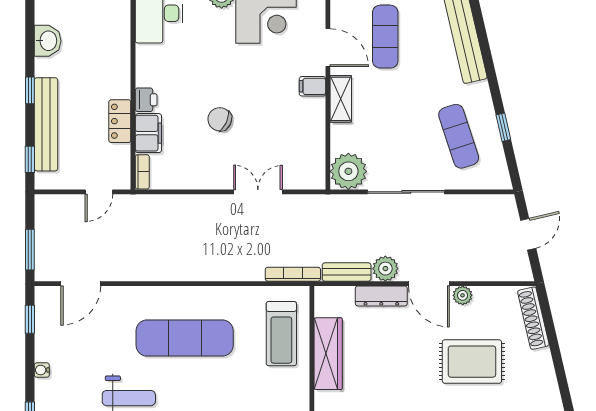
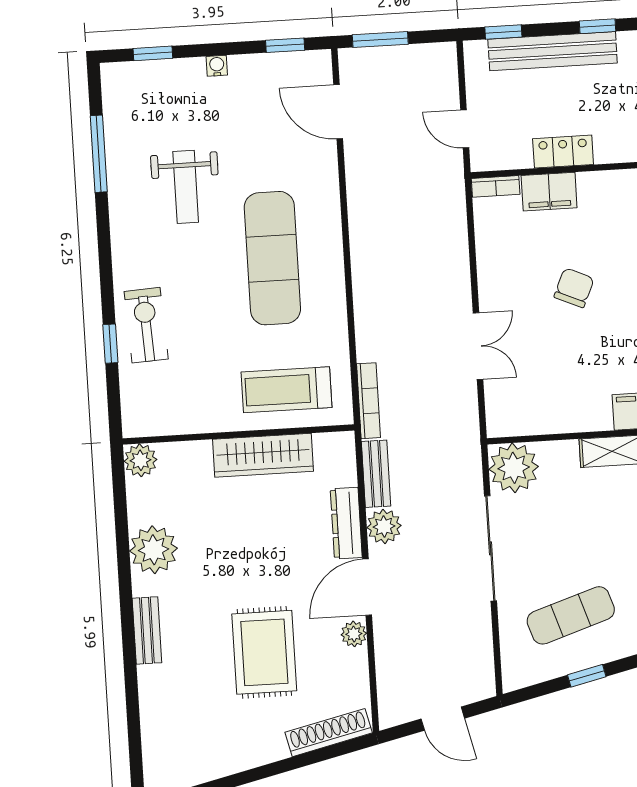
printer: (146, 100) -> (594, 186), removed

